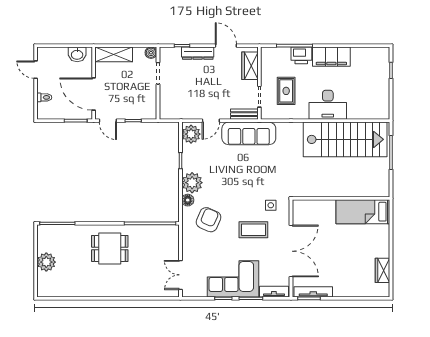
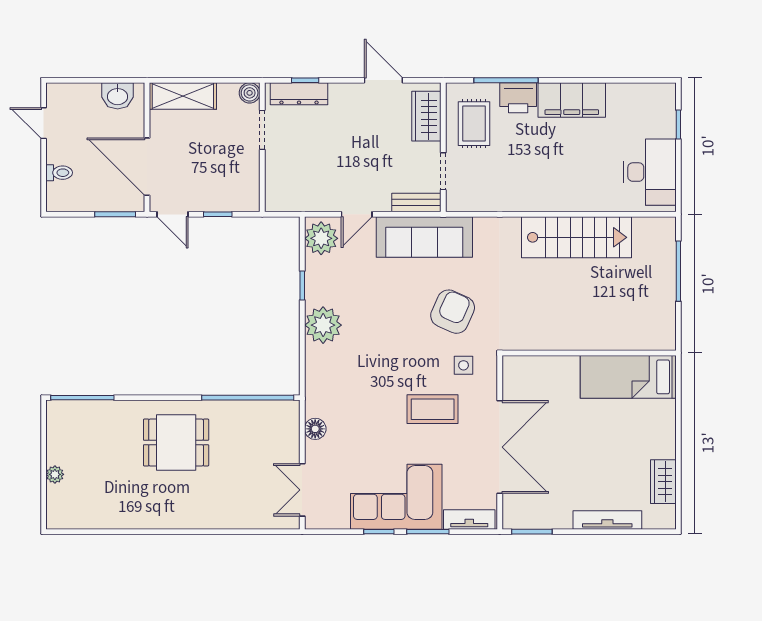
dresser: (198, 53) -> (299, 94), moved
rug: (286, 91) -> (474, 124), moved
desk: (328, 105) -> (650, 172), moved, turned -90
stairs: (345, 139) -> (576, 237), width x0.73, depth x0.66
floor lamp: (188, 200) -> (315, 429), moved
armchair: (209, 220) -> (453, 312), moved
plant: (46, 262) -> (55, 474), width x0.53, depth x0.53
tv unit: (313, 292) -> (607, 520), moved

